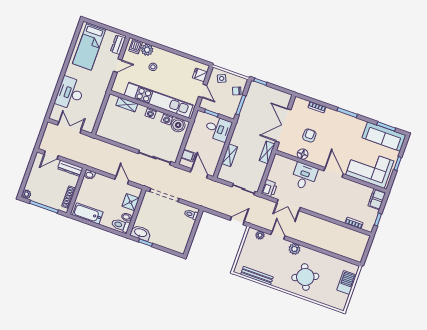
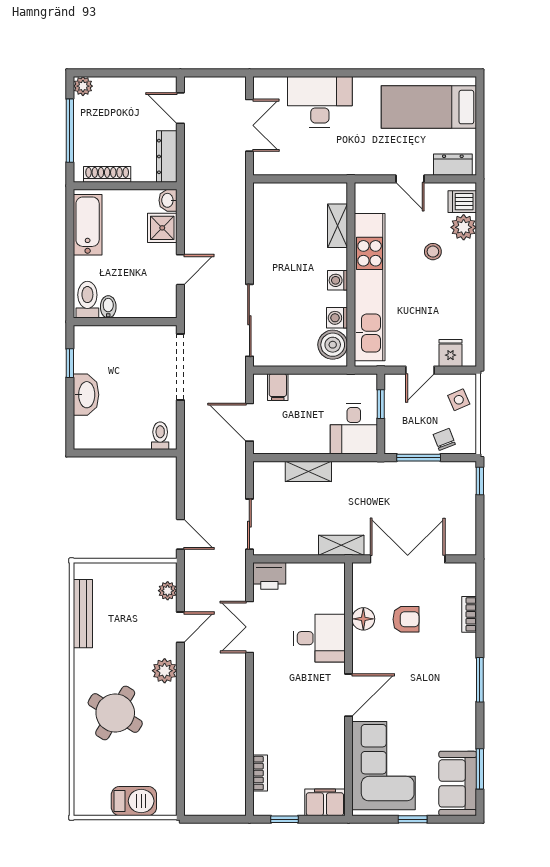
sofa: (384, 136) -> (458, 783), width x0.73
door: (199, 173) -> (249, 422), swing flipped
shower: (131, 202) -> (162, 228), moved
washbasin: (140, 233) -> (86, 395), moved
round table: (305, 277) -> (115, 713), turned -36

